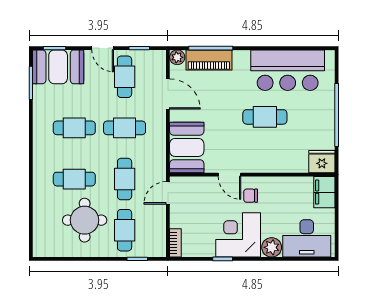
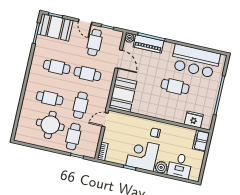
fridge: (322, 162) -> (194, 119), moved
door: (230, 175) -> (145, 117), removed
desk: (307, 238) -> (180, 166), width x0.73

